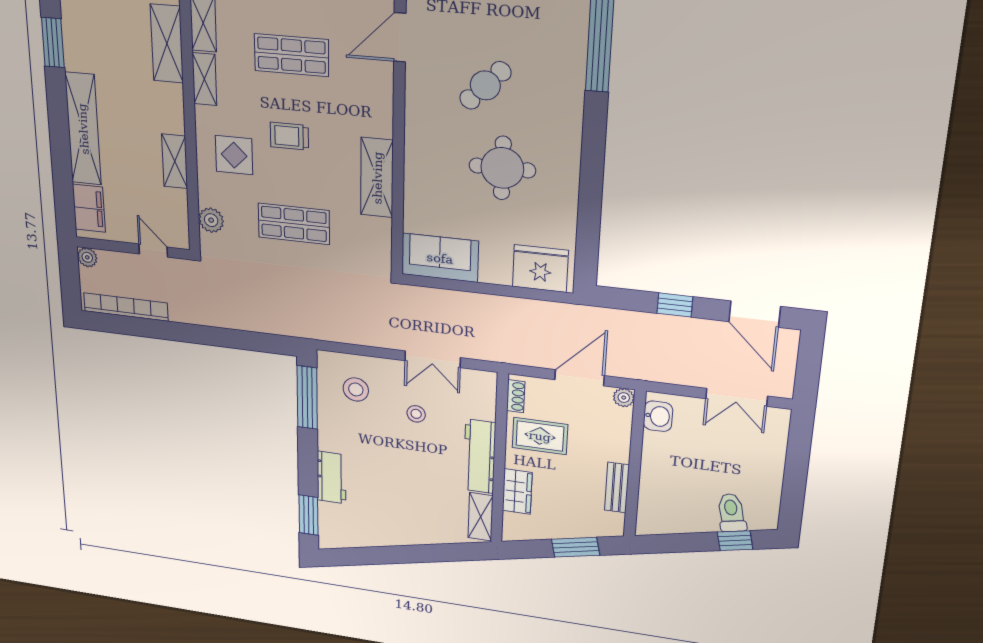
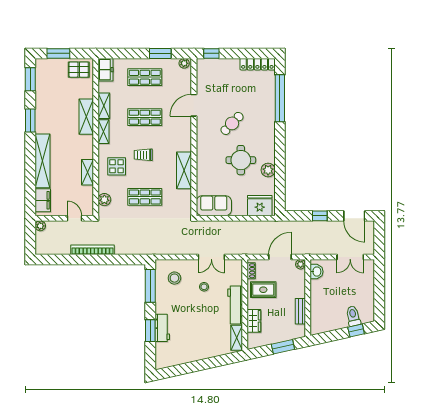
plant: (563, 195) -> (268, 170), added
bookcase: (126, 307) -> (92, 250), moved
window: (309, 515) -> (150, 331), moved

